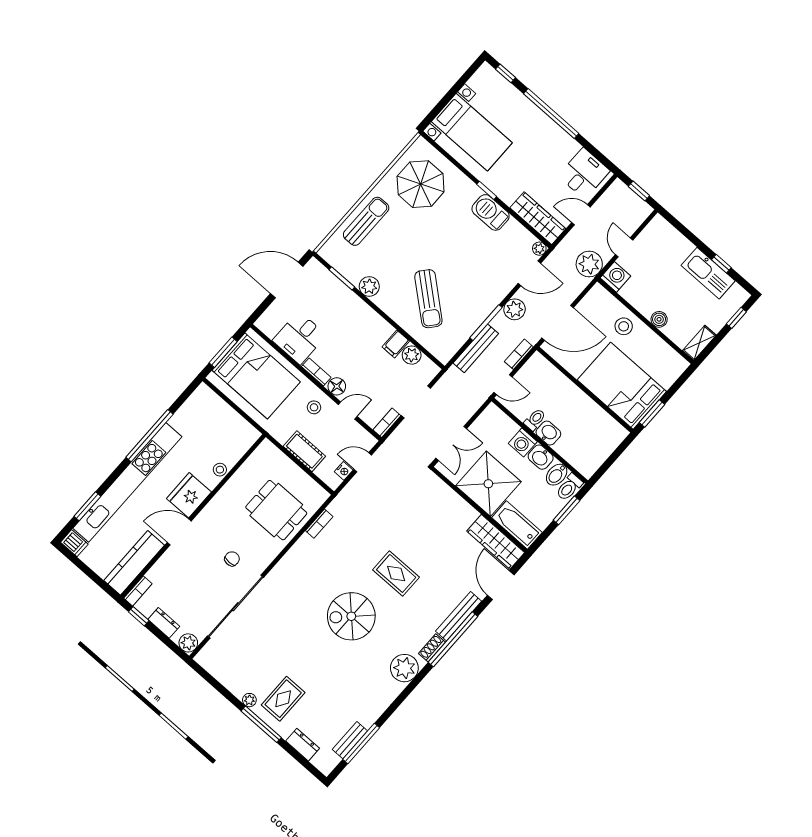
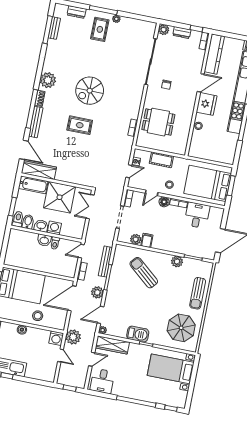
spiral stairs: (351, 616) -> (90, 91), turned 180

